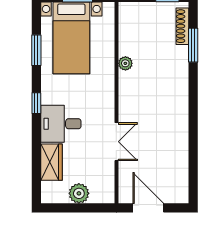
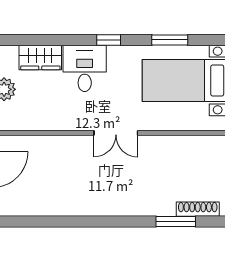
plant: (125, 63) -> (155, 143), removed
double door: (116, 142) -> (116, 133), moved

